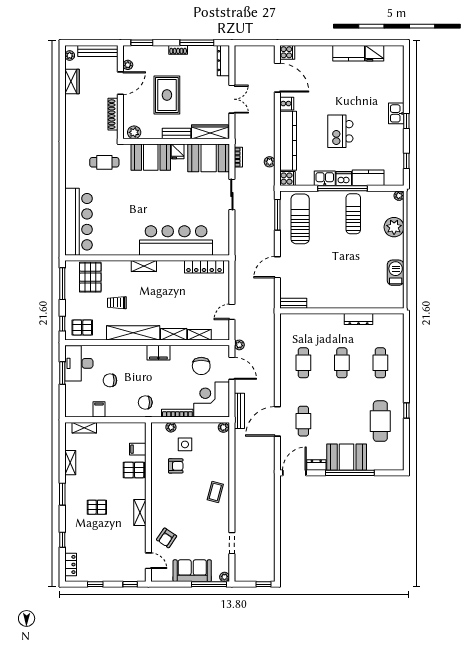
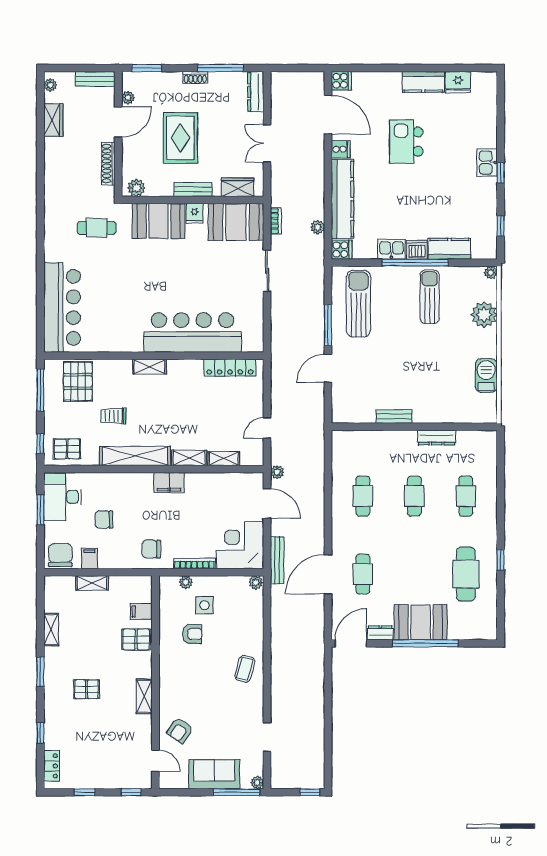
bench: (98, 51) -> (95, 79), width x0.73
double door: (232, 99) -> (267, 143), swing flipped
kitchen island: (340, 131) -> (406, 142), moved
wardrobe: (210, 132) -> (238, 187), width x0.67
window: (277, 215) -> (328, 325), moved
bench: (293, 303) -> (394, 417), moved
chair: (201, 366) -> (60, 555), moved, turned 180
shelving: (84, 428) -> (92, 583), moved

